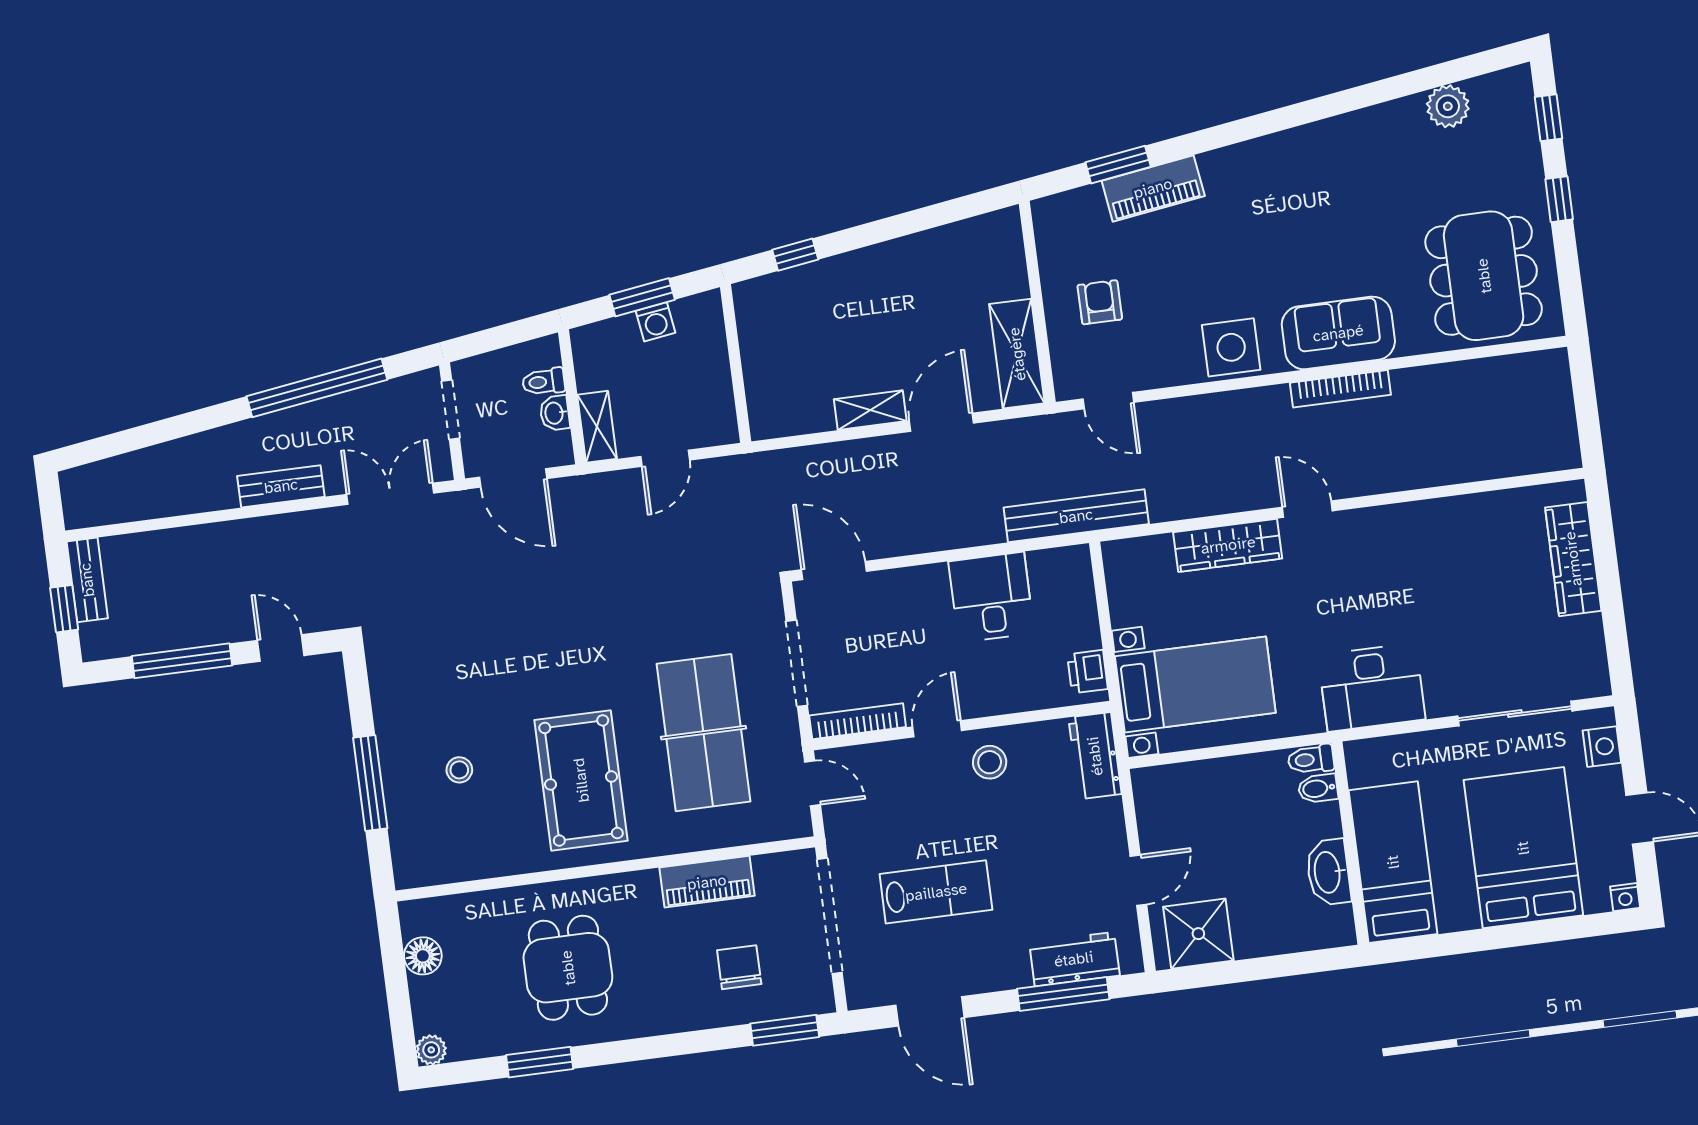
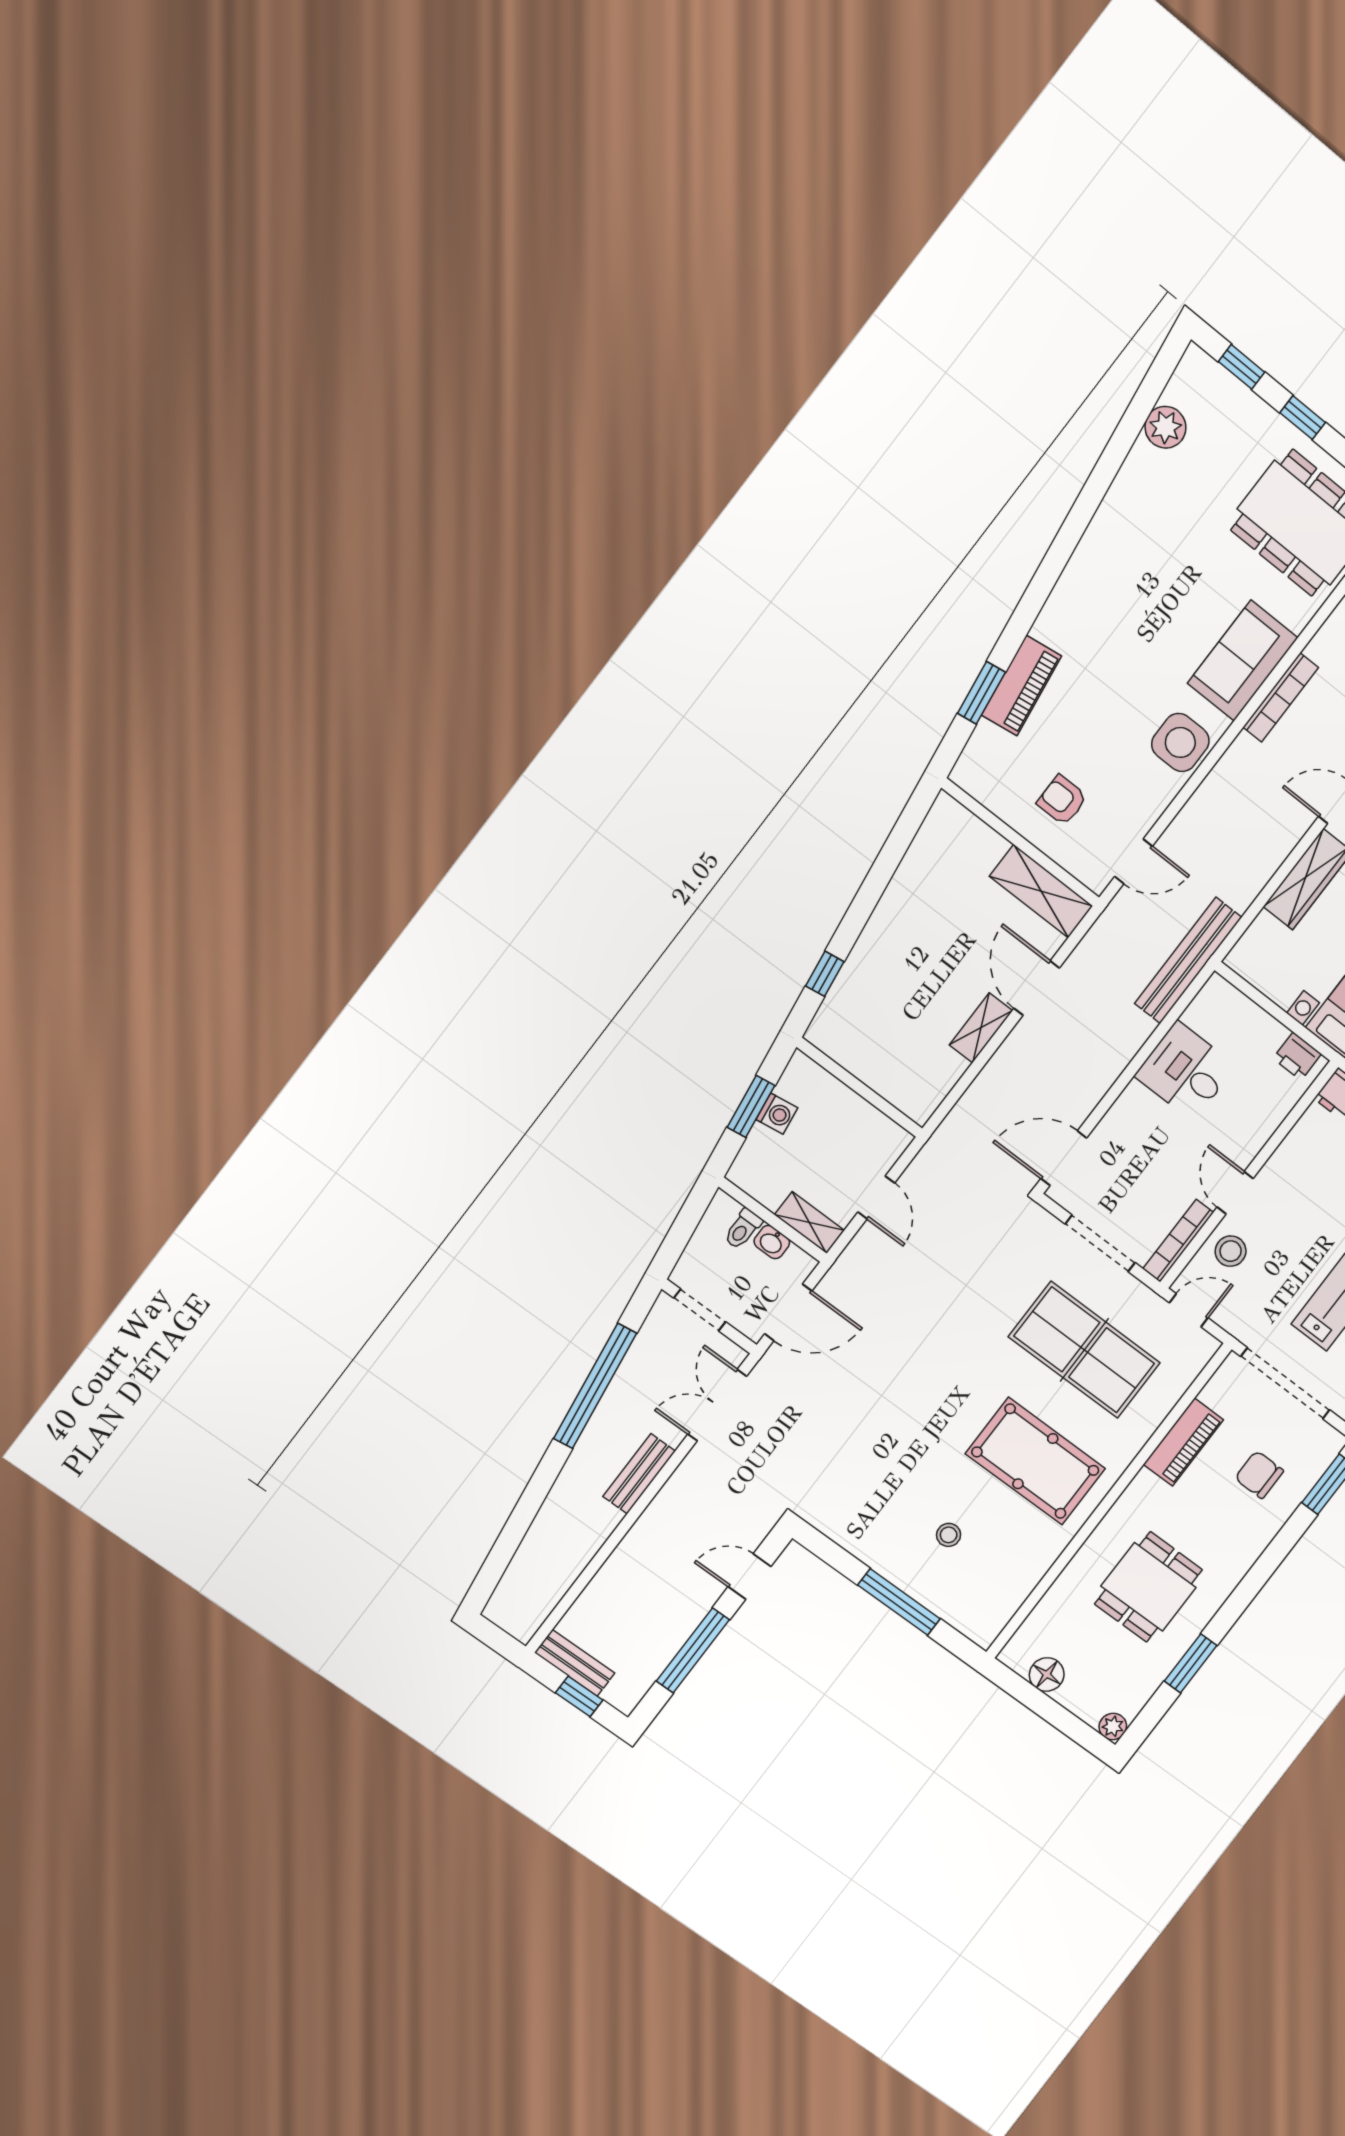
stool: (990, 762) -> (1231, 1251), moved
dining table: (568, 968) -> (1148, 1587), turned 90

